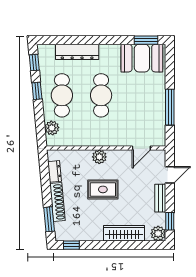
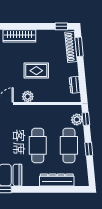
window: (34, 62) -> (86, 119), moved
plant: (99, 157) -> (28, 97), moved
shoe rack: (57, 202) -> (71, 47), moved

